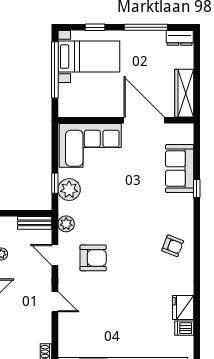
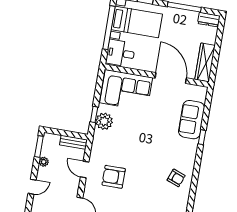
desk: (75, 100) -> (121, 53), added
plant: (66, 224) -> (97, 147), removed
armchair: (93, 258) -> (114, 177), turned 180

